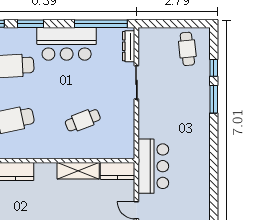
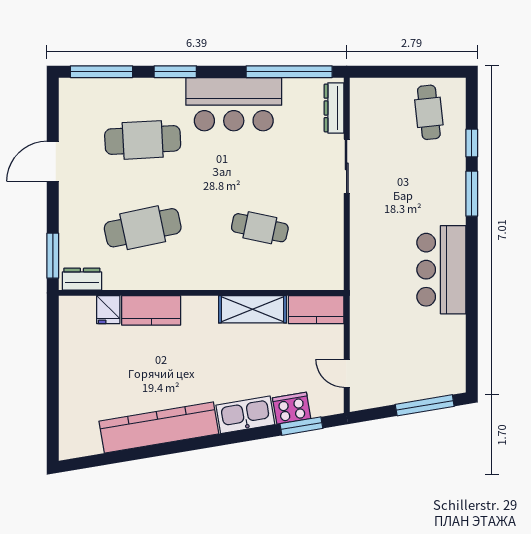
cafe table: (83, 120) -> (260, 228), turned 33
bar counter: (153, 166) -> (441, 270), moved, turned 180

